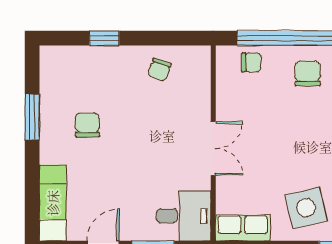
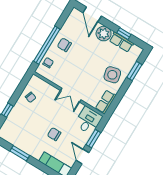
chair: (87, 125) -> (54, 134), moved
double door: (213, 148) -> (71, 95), swing flipped

